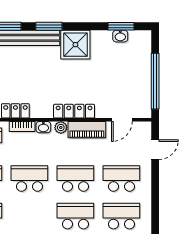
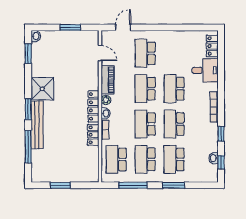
washbasin: (120, 36) -> (36, 36), moved
window: (155, 81) -> (70, 27), width x0.47
locker: (74, 111) -> (93, 106), moved
door: (155, 150) -> (123, 27), hinge flipped
school desk: (121, 216) -> (174, 124), moved

